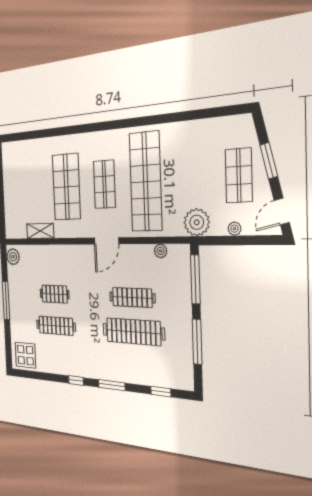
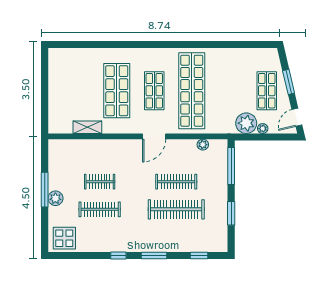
plant: (197, 222) -> (246, 123), moved
plant: (13, 257) -> (55, 198), moved
window: (197, 342) -> (231, 213), width x0.69

